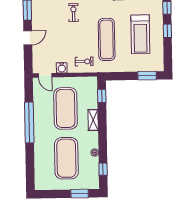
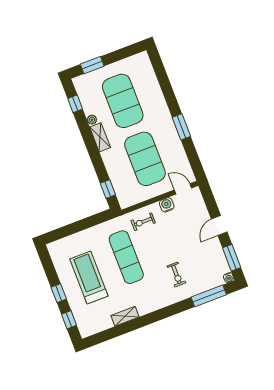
window: (147, 76) -> (63, 232), removed
shelving: (93, 120) -> (100, 137), moved
window: (29, 123) -> (181, 127), width x0.47

